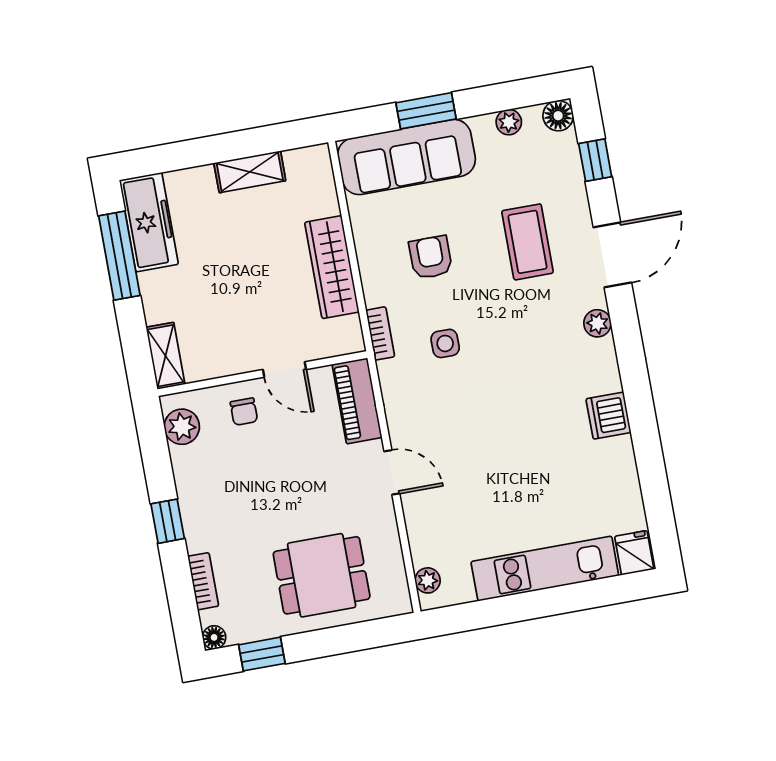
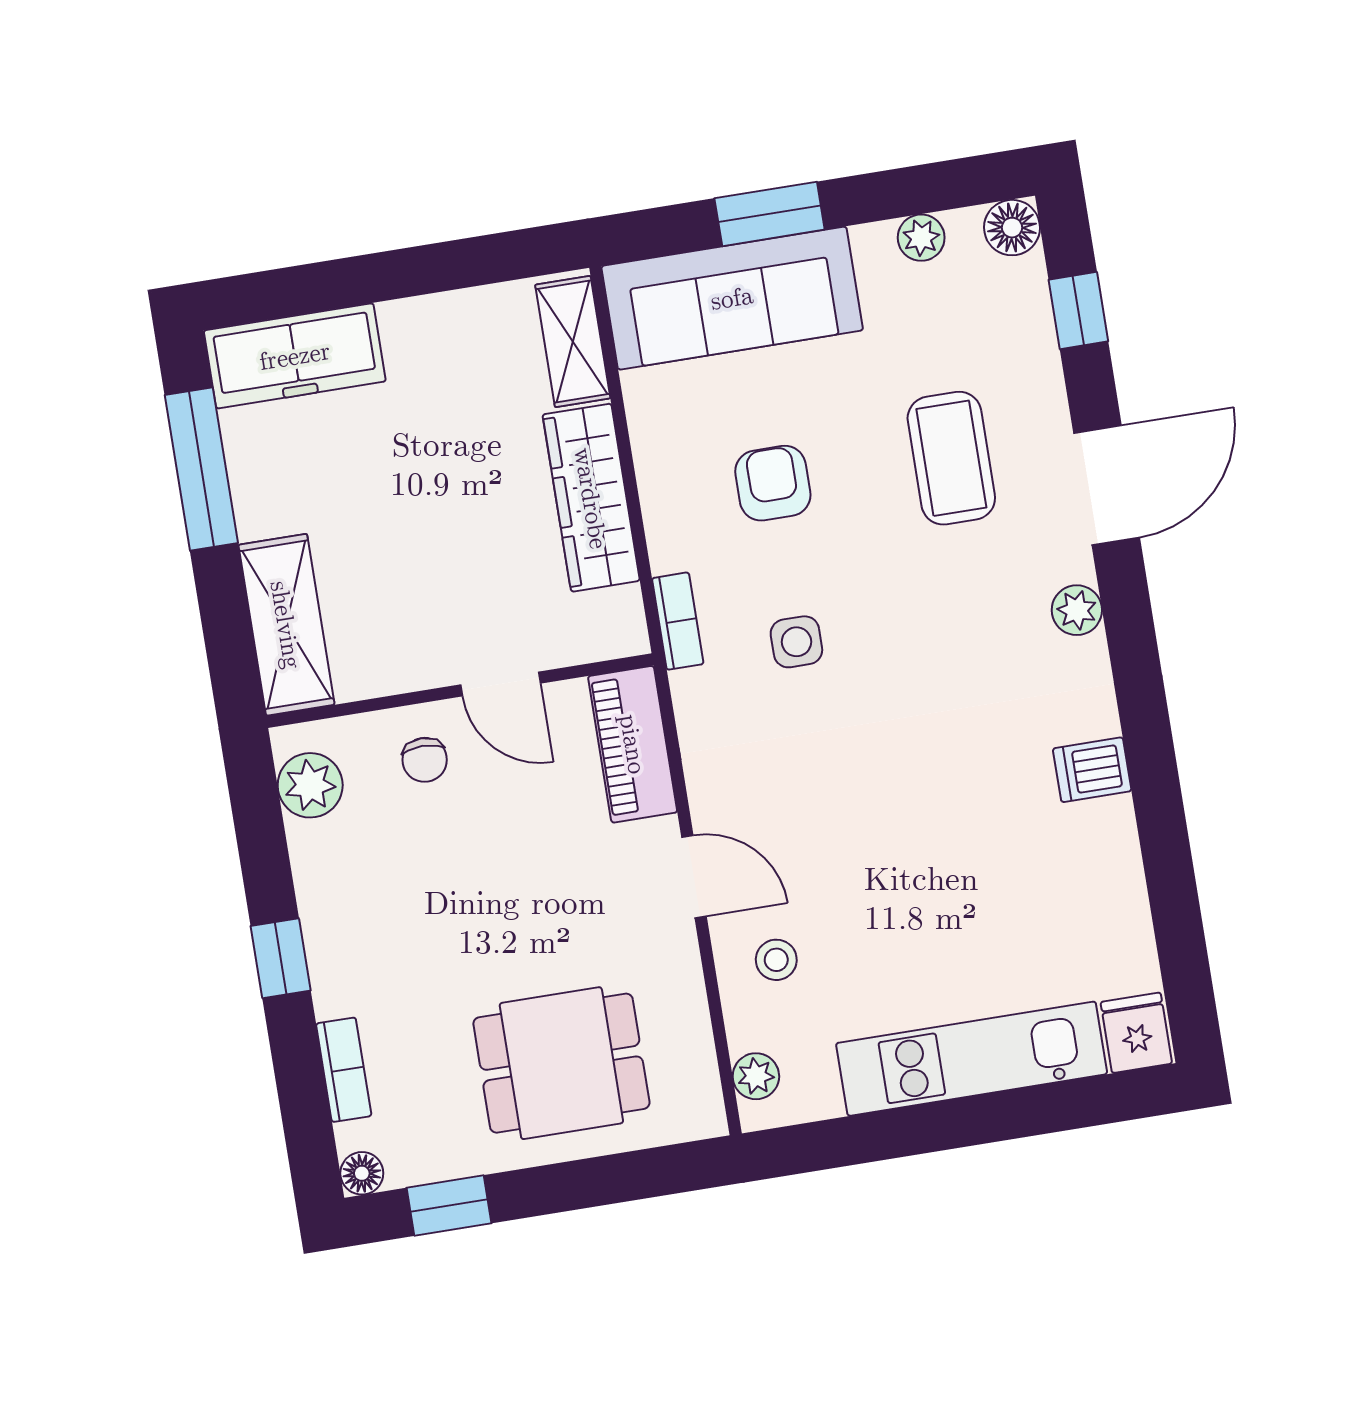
shelving: (250, 172) -> (573, 341), moved, turned 90
freezer: (149, 222) -> (295, 356), moved, turned 90
shelving: (165, 356) -> (286, 625), width x1.50, depth x1.33
dishwasher: (608, 416) -> (1092, 770), width x0.73
stool: (437, 517) -> (776, 960), added

